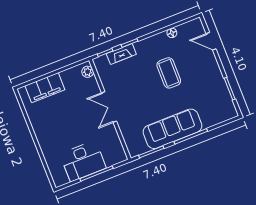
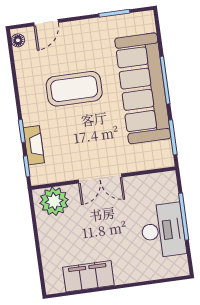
floor lamp: (172, 33) -> (18, 40), moved
plant: (88, 72) -> (54, 201), width x1.87, depth x1.87
coffee table: (169, 73) -> (74, 89), width x1.36, depth x1.32
filing cabinet: (45, 88) -> (88, 276), moved, turned -90
sofa: (172, 129) -> (143, 88), width x1.36, depth x1.27

